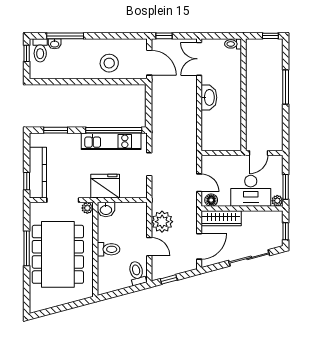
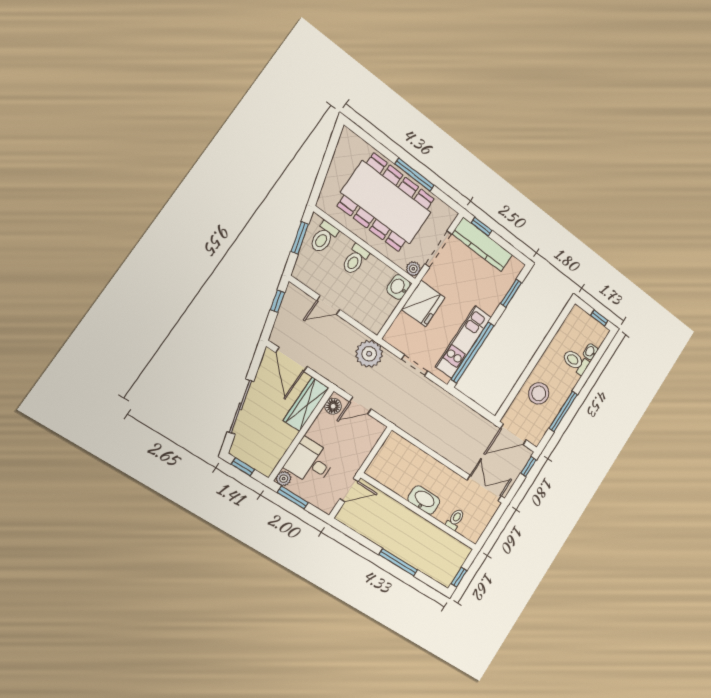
window: (65, 36) -> (563, 411), moved
toilet: (233, 44) -> (455, 519), moved
toilet: (40, 50) -> (576, 362), moved
washbasin: (209, 97) -> (424, 500), moved, turned 180
door: (258, 153) -> (349, 490), swing flipped
desk: (251, 191) -> (310, 462), width x0.73
plant: (162, 222) -> (369, 354), moved
toilet: (137, 273) -> (324, 237), moved, turned 105
window: (120, 292) -> (300, 238), added

